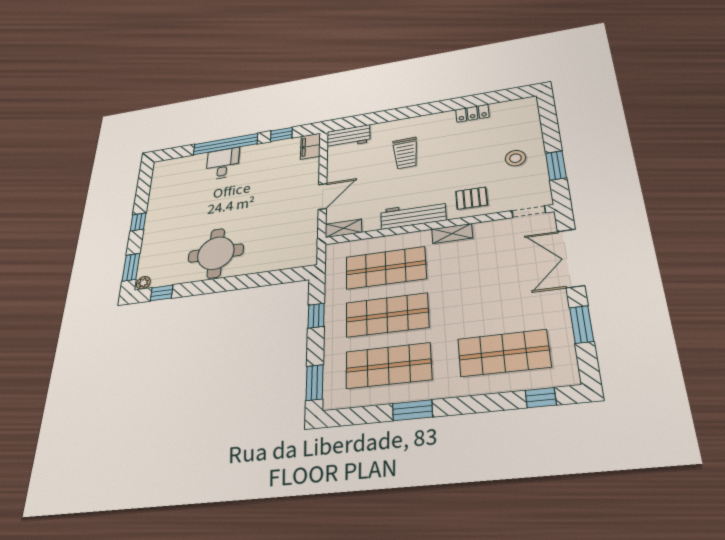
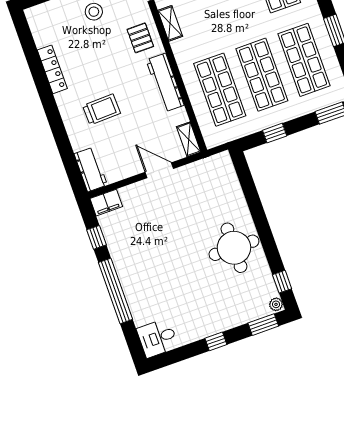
locker: (472, 113) -> (52, 69), width x1.53
desk: (223, 164) -> (158, 338), moved
shelving: (452, 234) -> (170, 23), moved

